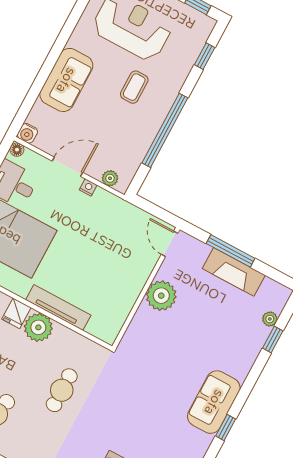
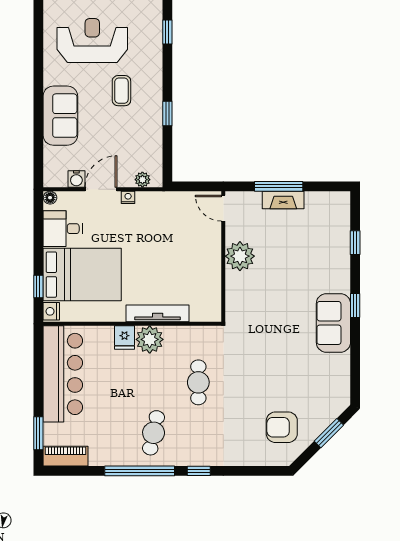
window: (165, 130) -> (167, 114), width x0.32
water cooler: (27, 133) -> (76, 179), moved
fireplace: (234, 272) -> (283, 200), width x0.73, depth x0.76
plant: (270, 319) -> (343, 226), removed
window: (226, 427) -> (355, 305), moved

